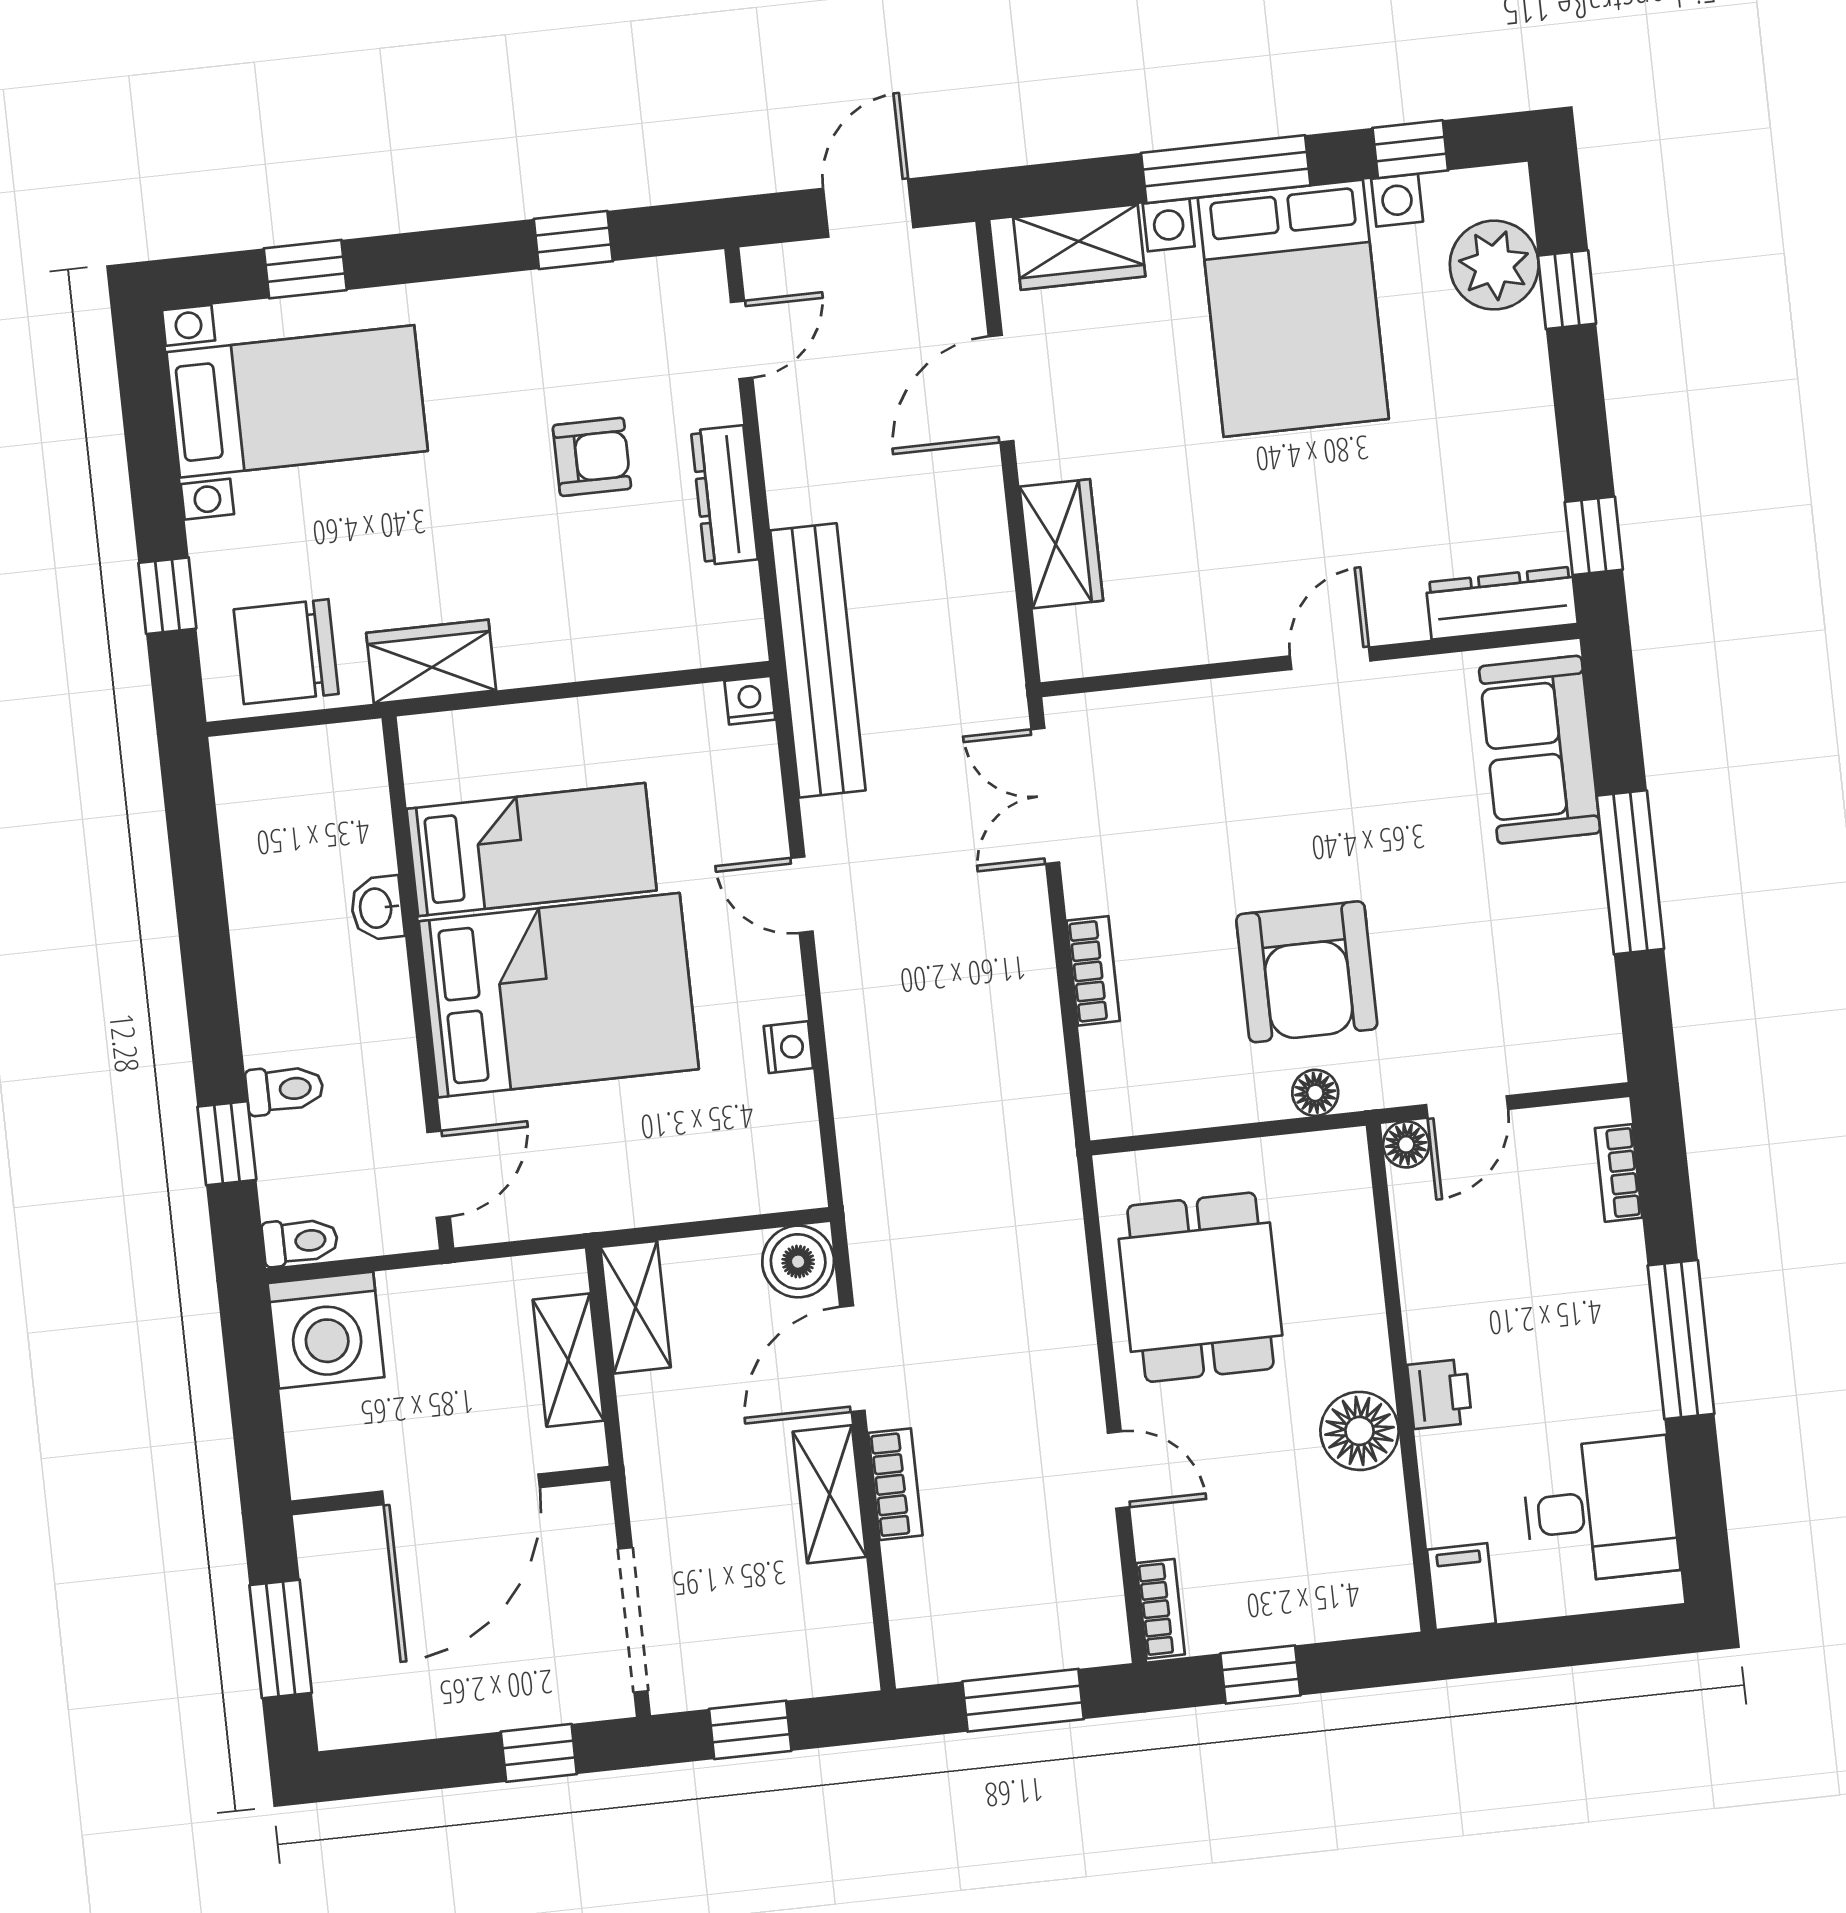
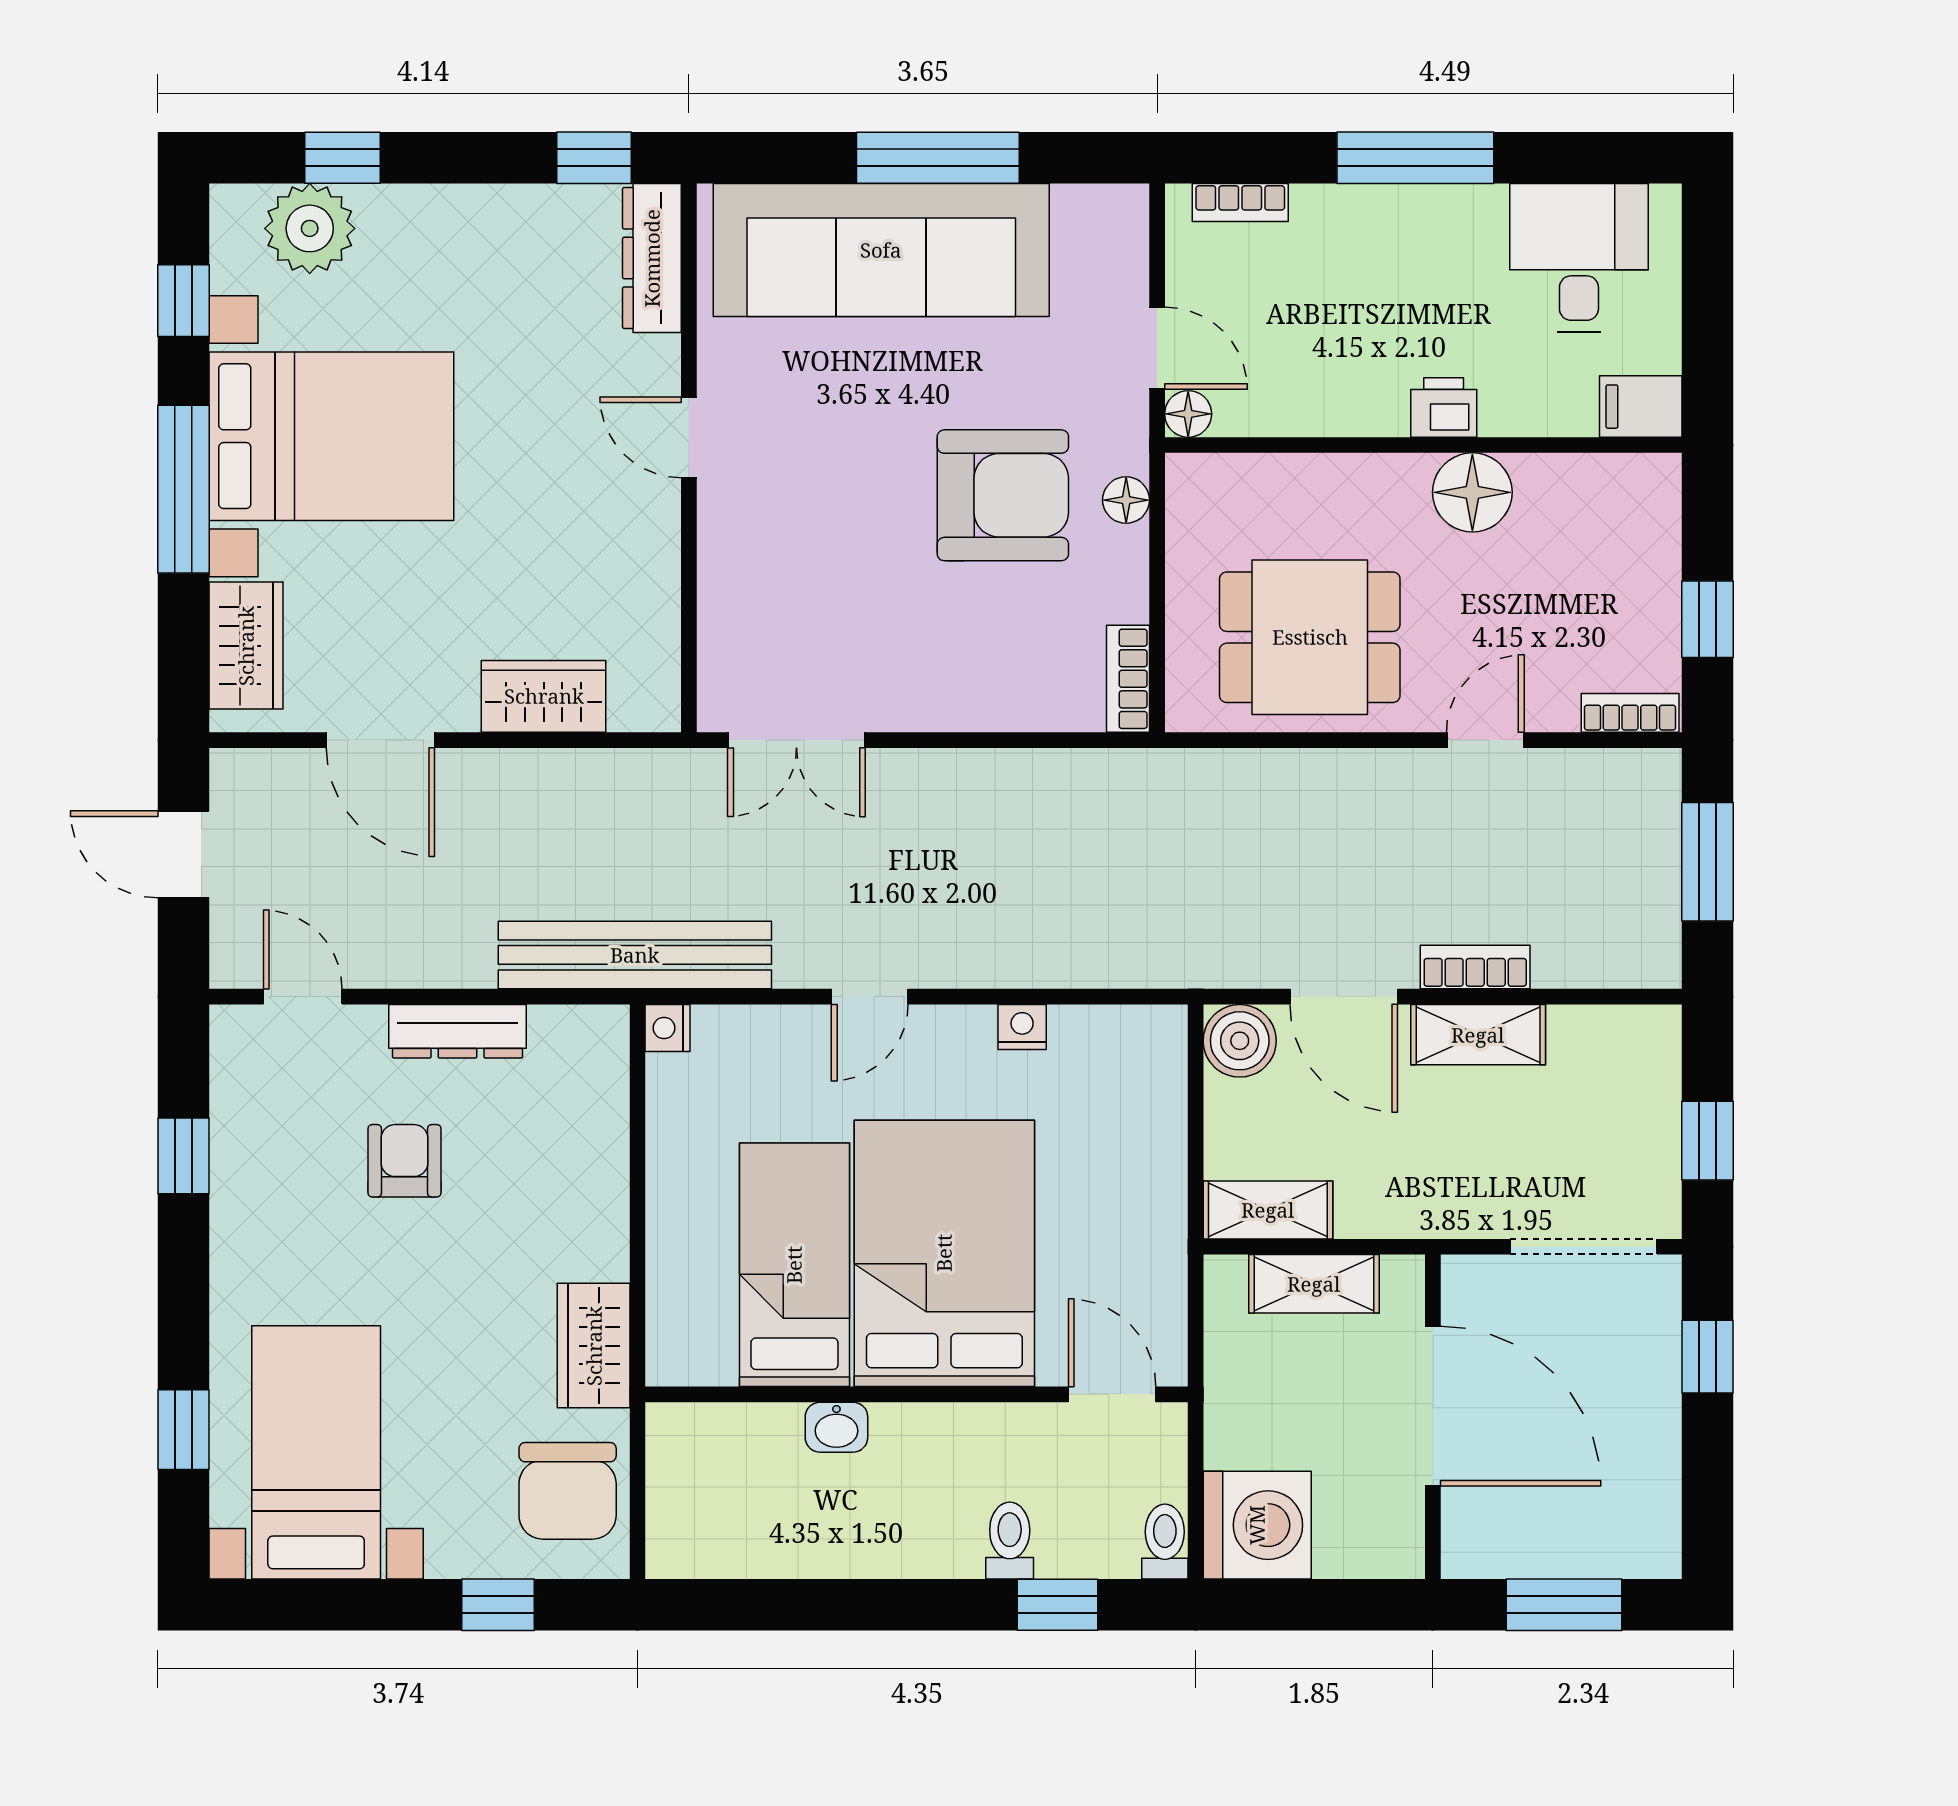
sofa: (1540, 750) -> (881, 250), width x1.85, depth x1.27
bookcase: (1093, 971) -> (1128, 679), moved, turned -90

